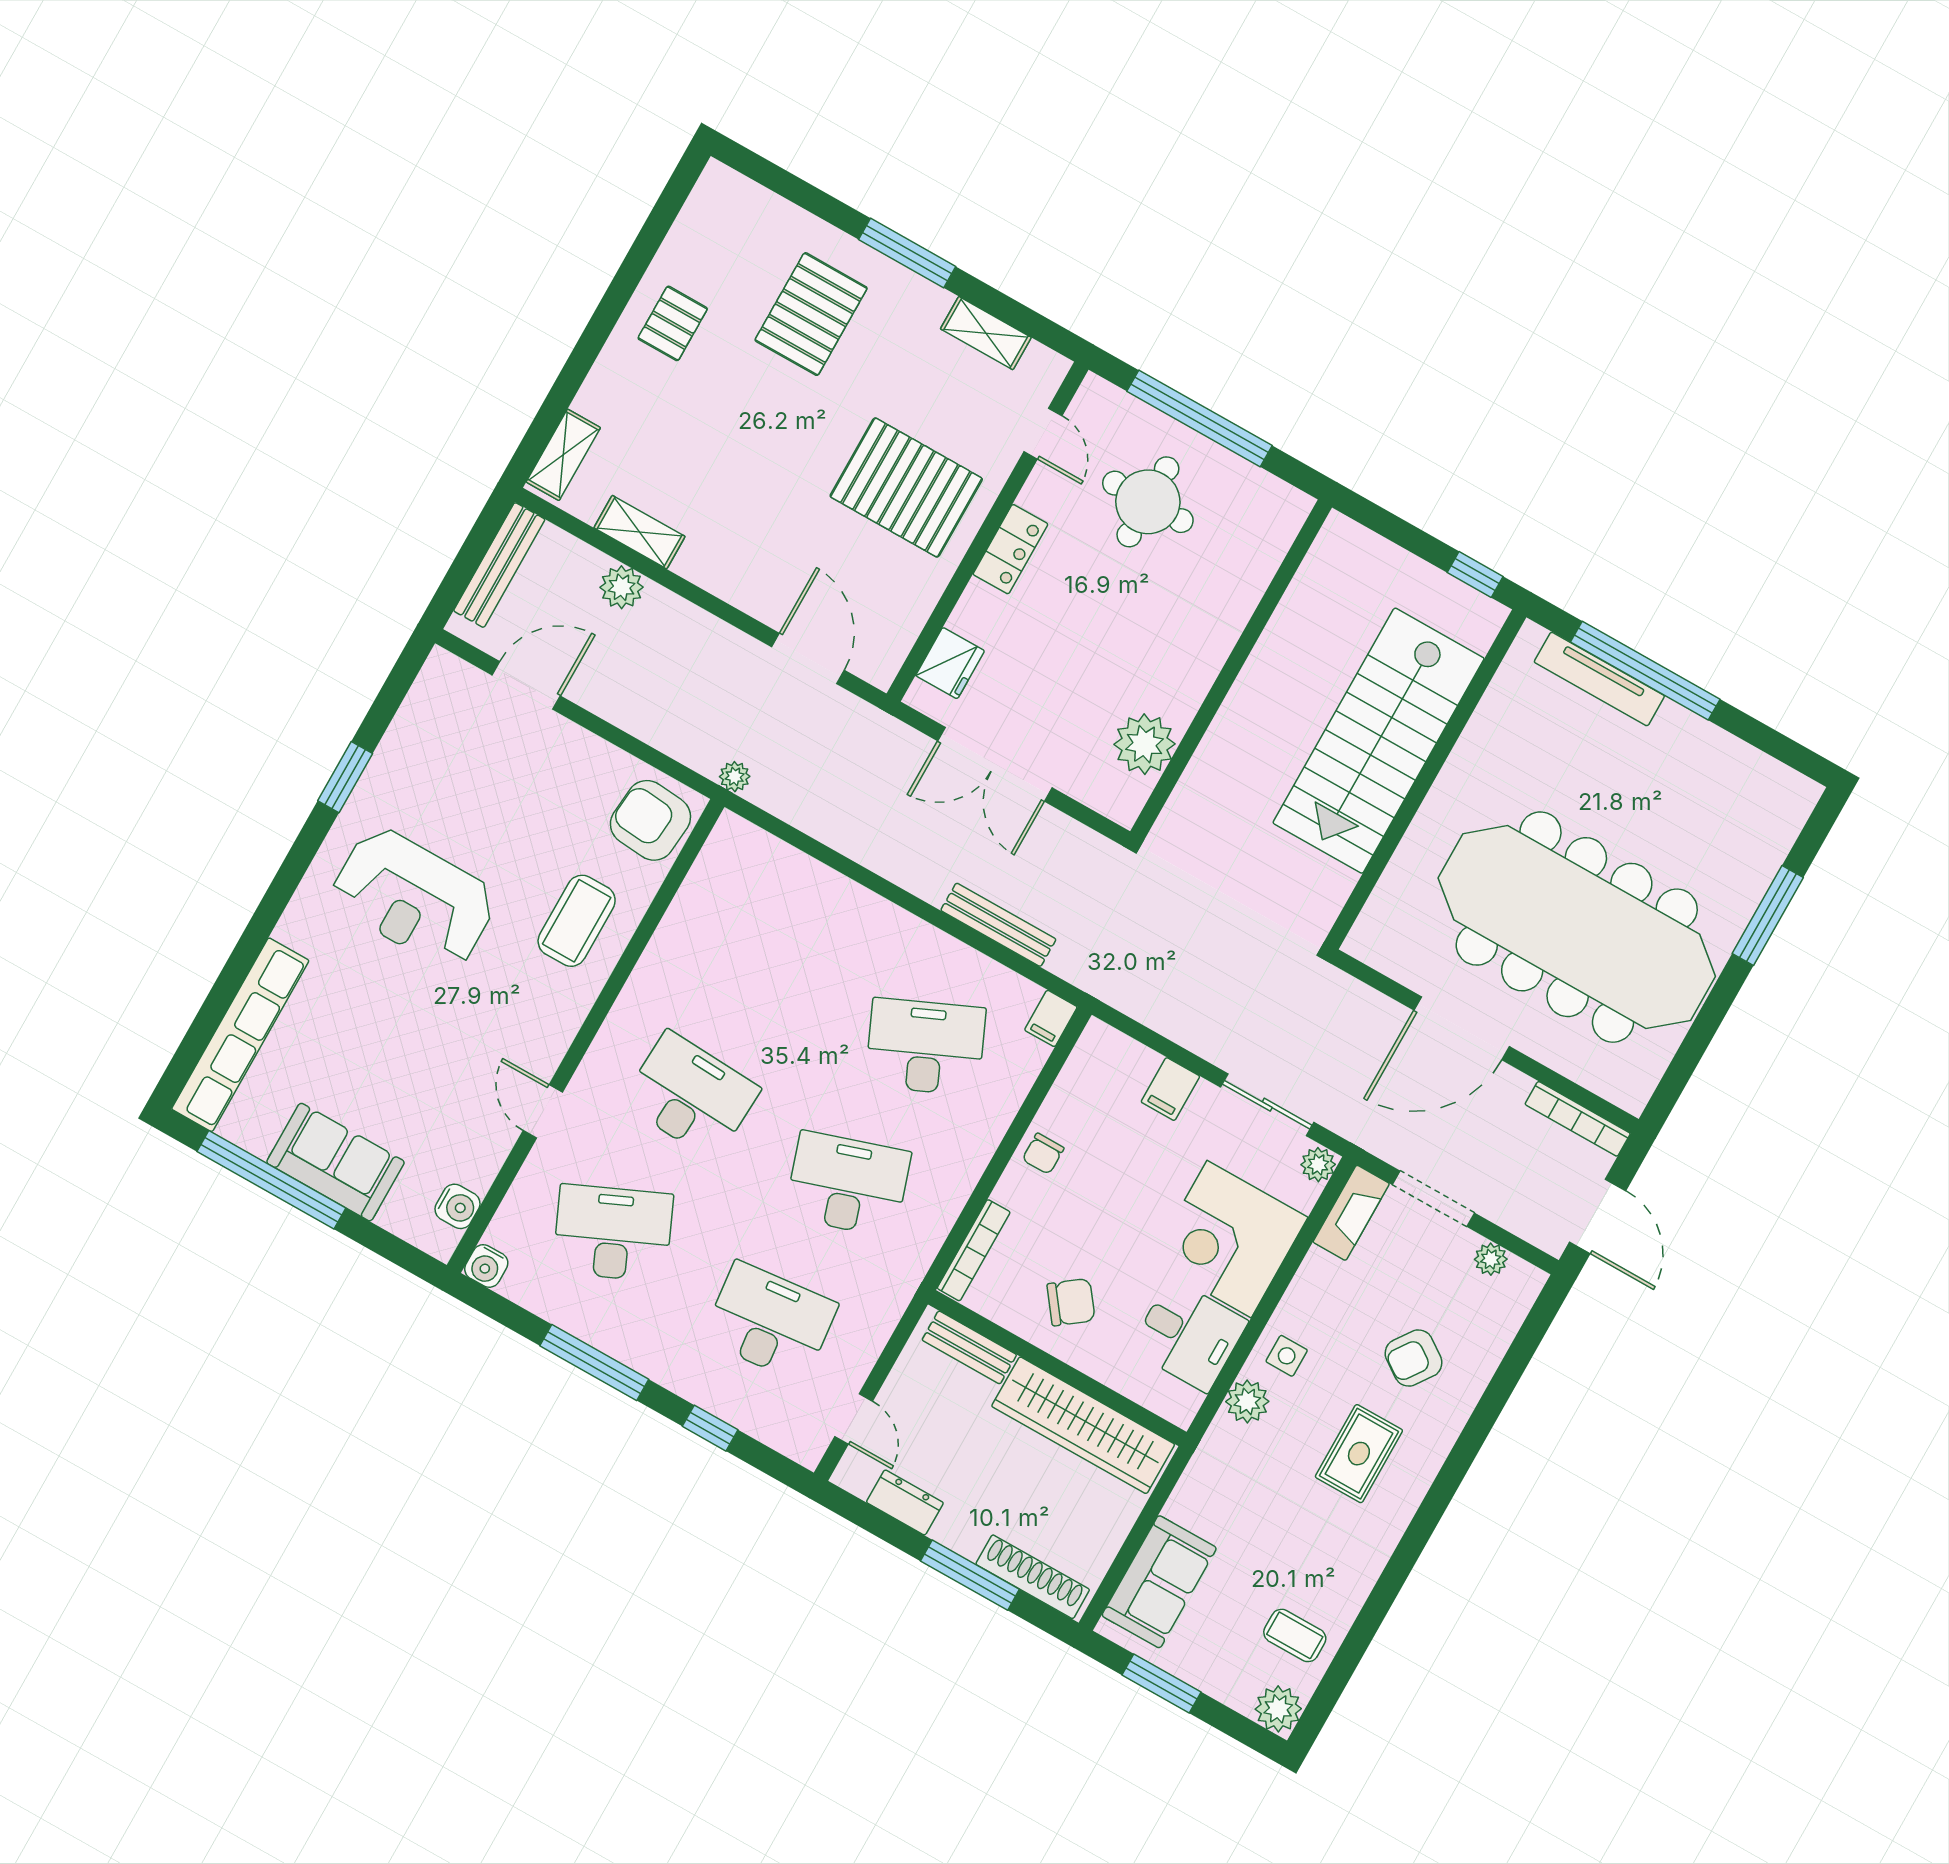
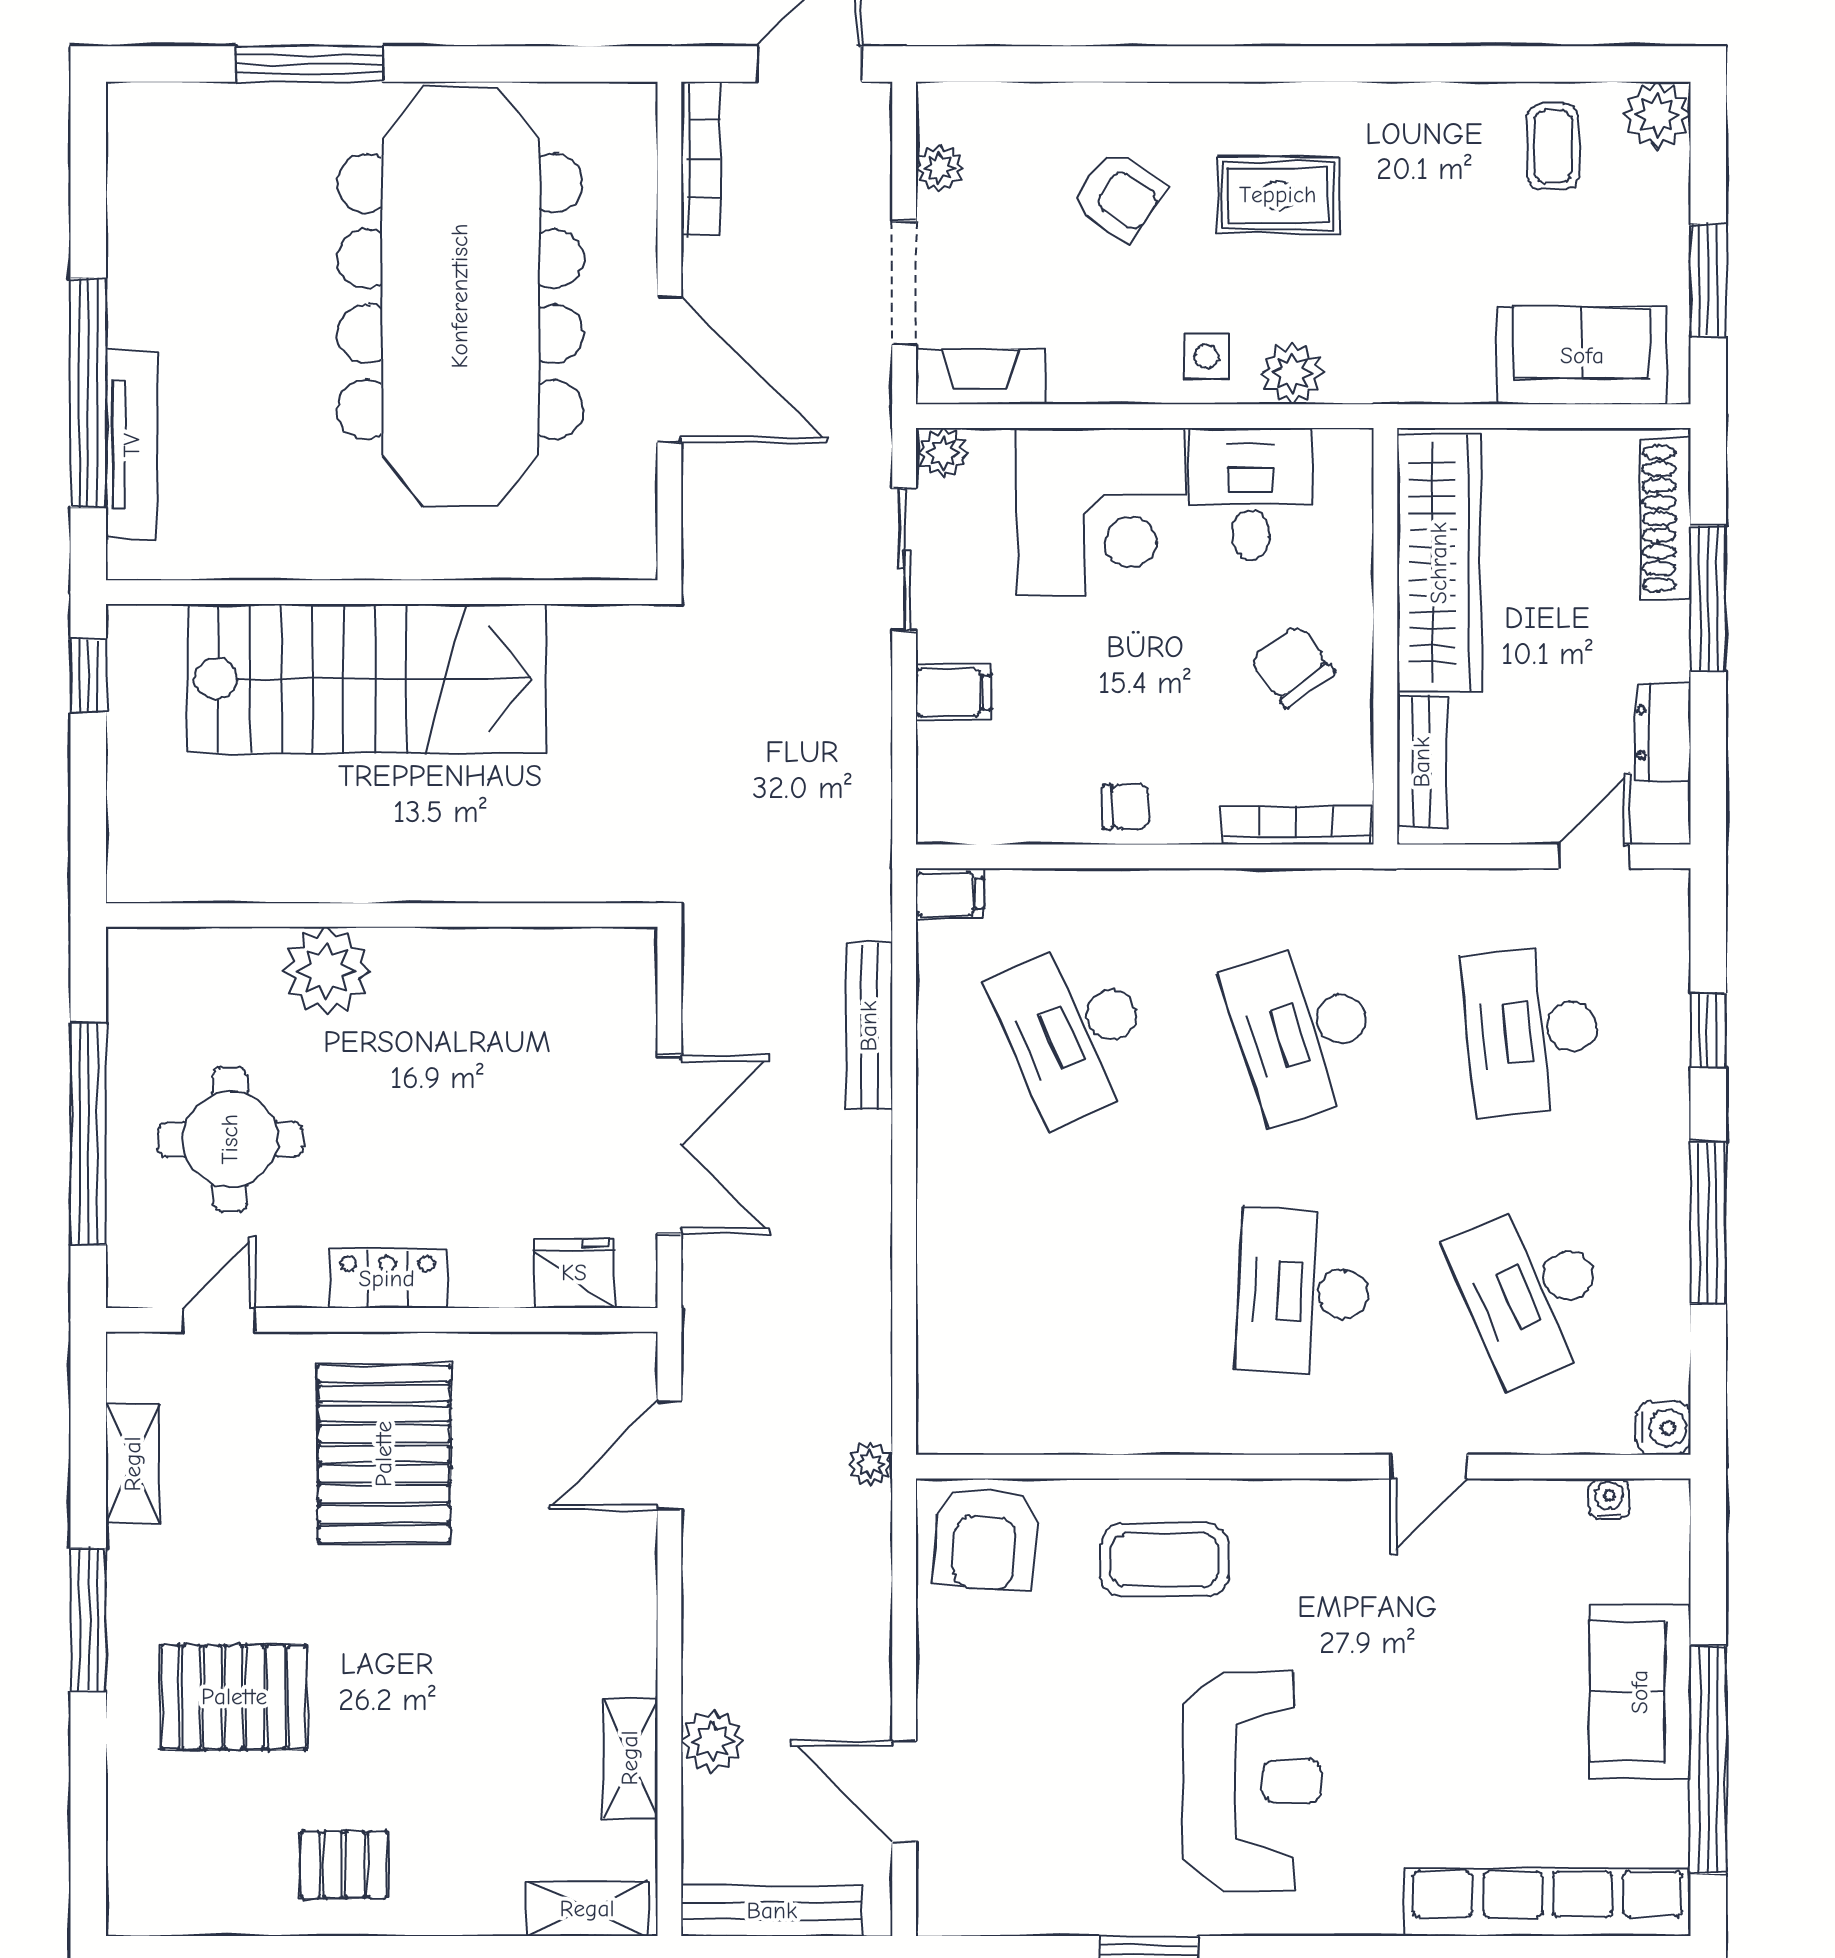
plant: (1144, 744) -> (326, 971), moved
water cooler: (458, 1206) -> (1609, 1499), width x0.72, depth x0.72

